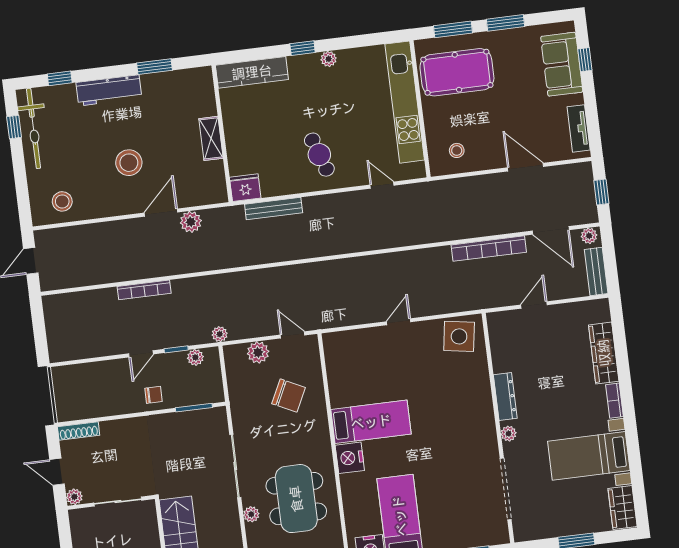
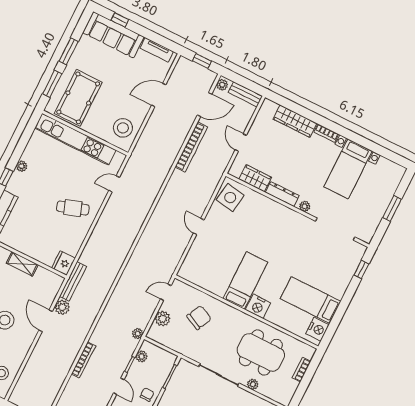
sofa: (562, 64) -> (114, 35), width x1.36
stool: (457, 150) -> (123, 128), width x1.89, depth x1.89
bench: (274, 209) -> (73, 281), moved
wardrobe: (622, 507) -> (255, 178), moved, turned 180

